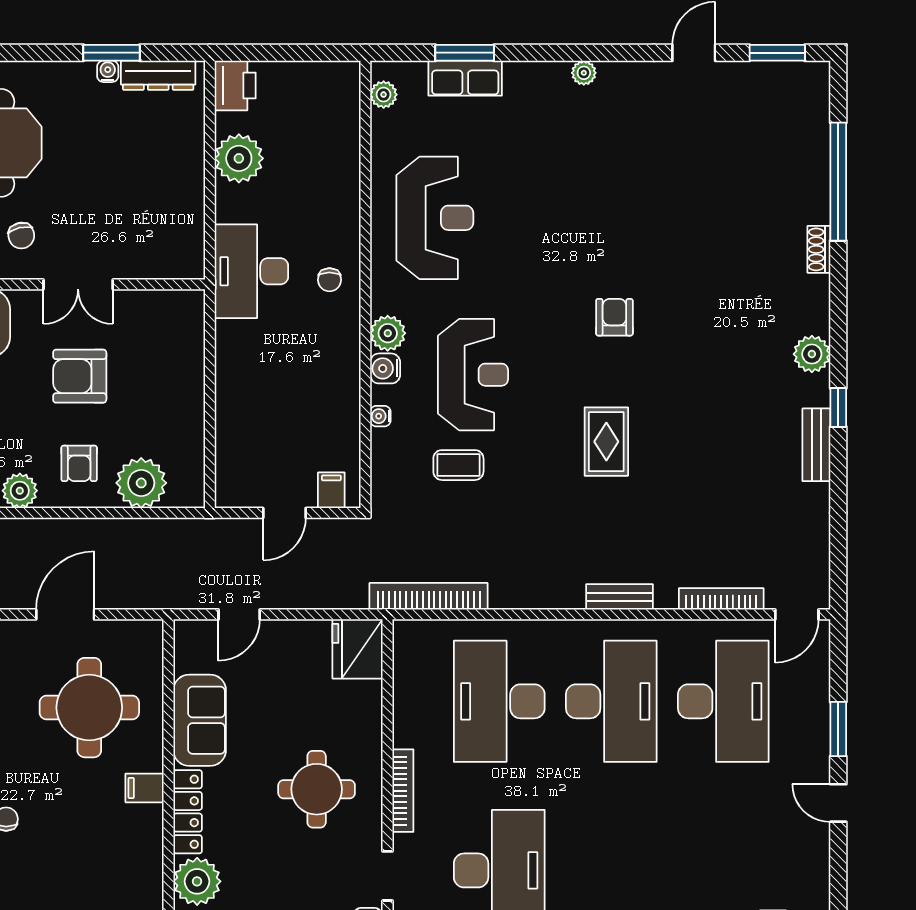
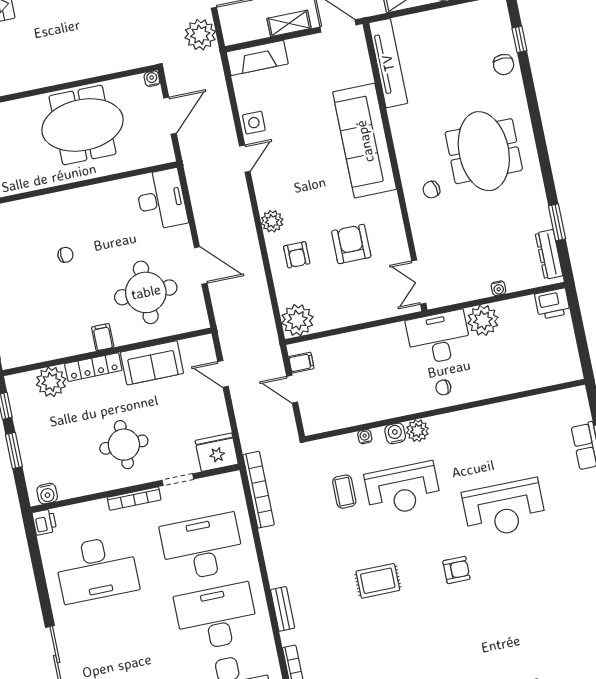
water cooler: (108, 71) -> (498, 288), moved, turned 90
plant: (384, 95) -> (566, 397), removed
plant: (239, 158) -> (483, 320), moved
reception desk: (435, 218) -> (504, 509), moved
double door: (78, 284) -> (419, 282), moved
armchair: (79, 463) -> (297, 255), turned -90
plant: (141, 483) -> (297, 320), moved
filing cabinet: (331, 490) -> (301, 363), moved
desk: (611, 701) -> (216, 617), turned 180
doorway: (388, 876) -> (178, 480), moved

